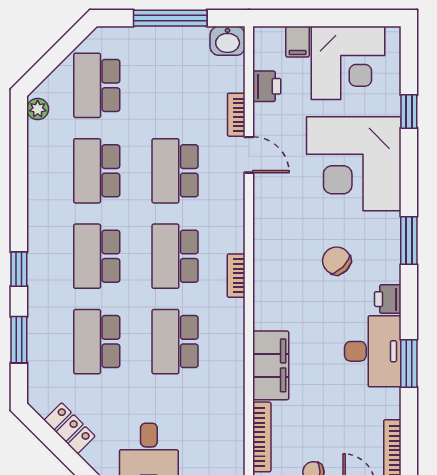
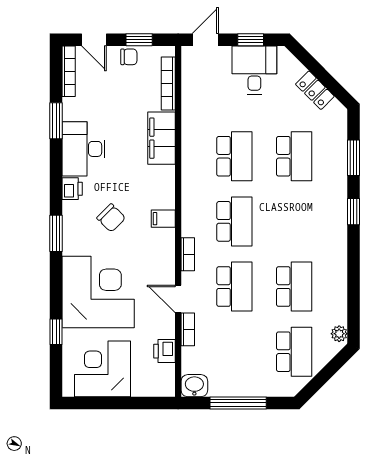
filing cabinet: (298, 42) -> (163, 219), moved, turned -90
school desk: (97, 256) -> (294, 221), removed
bookcase: (236, 276) -> (188, 254), moved
window: (409, 363) -> (56, 121), moved

